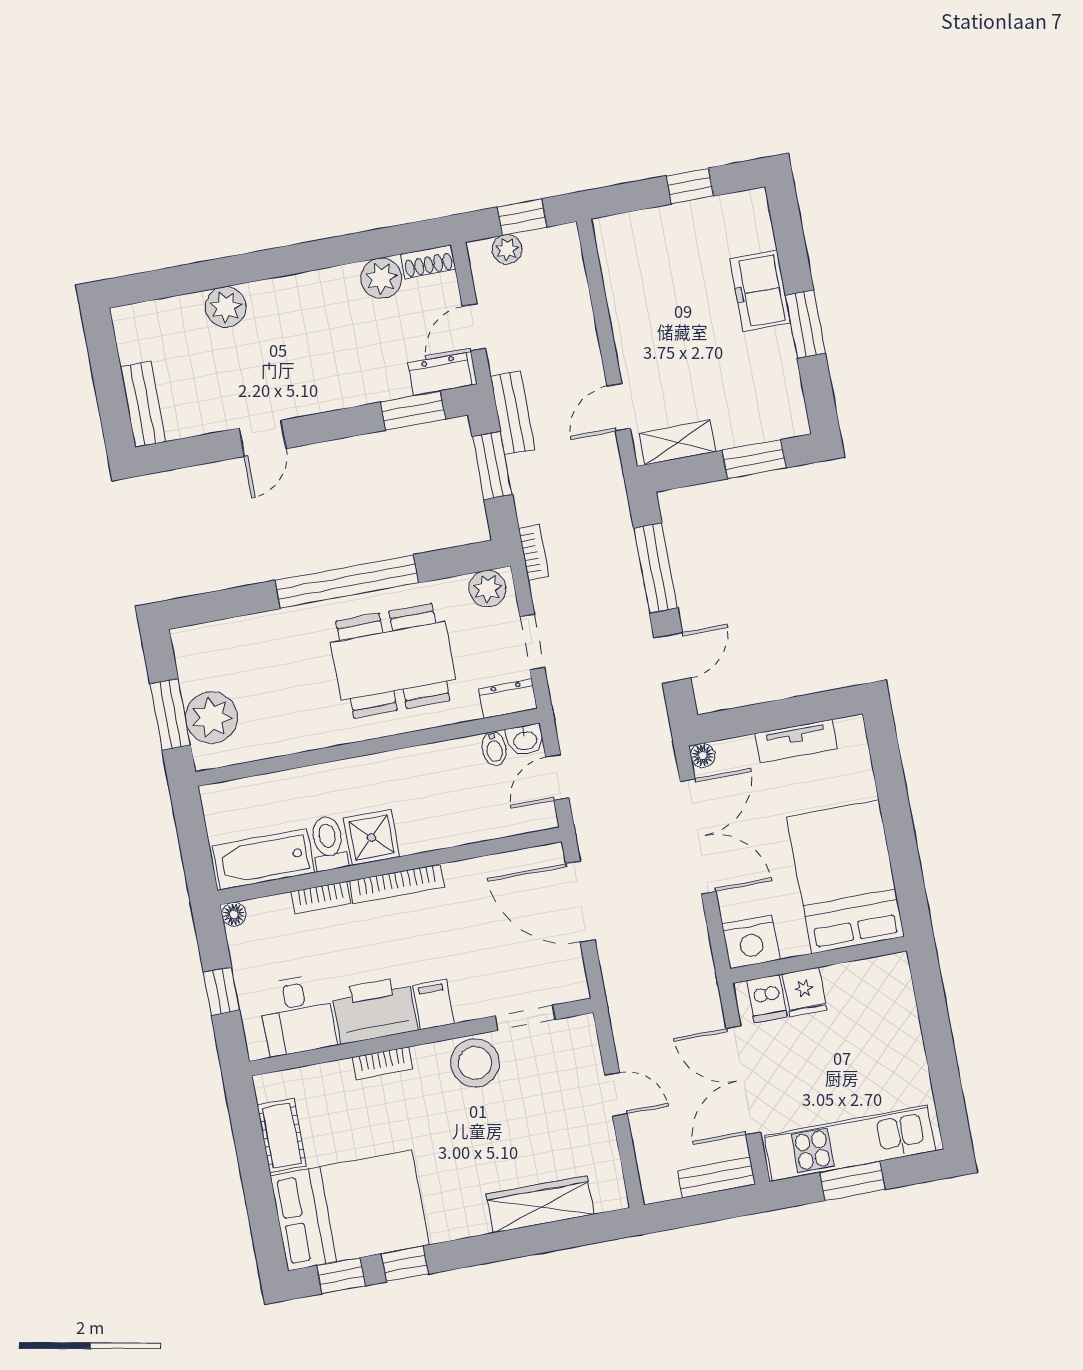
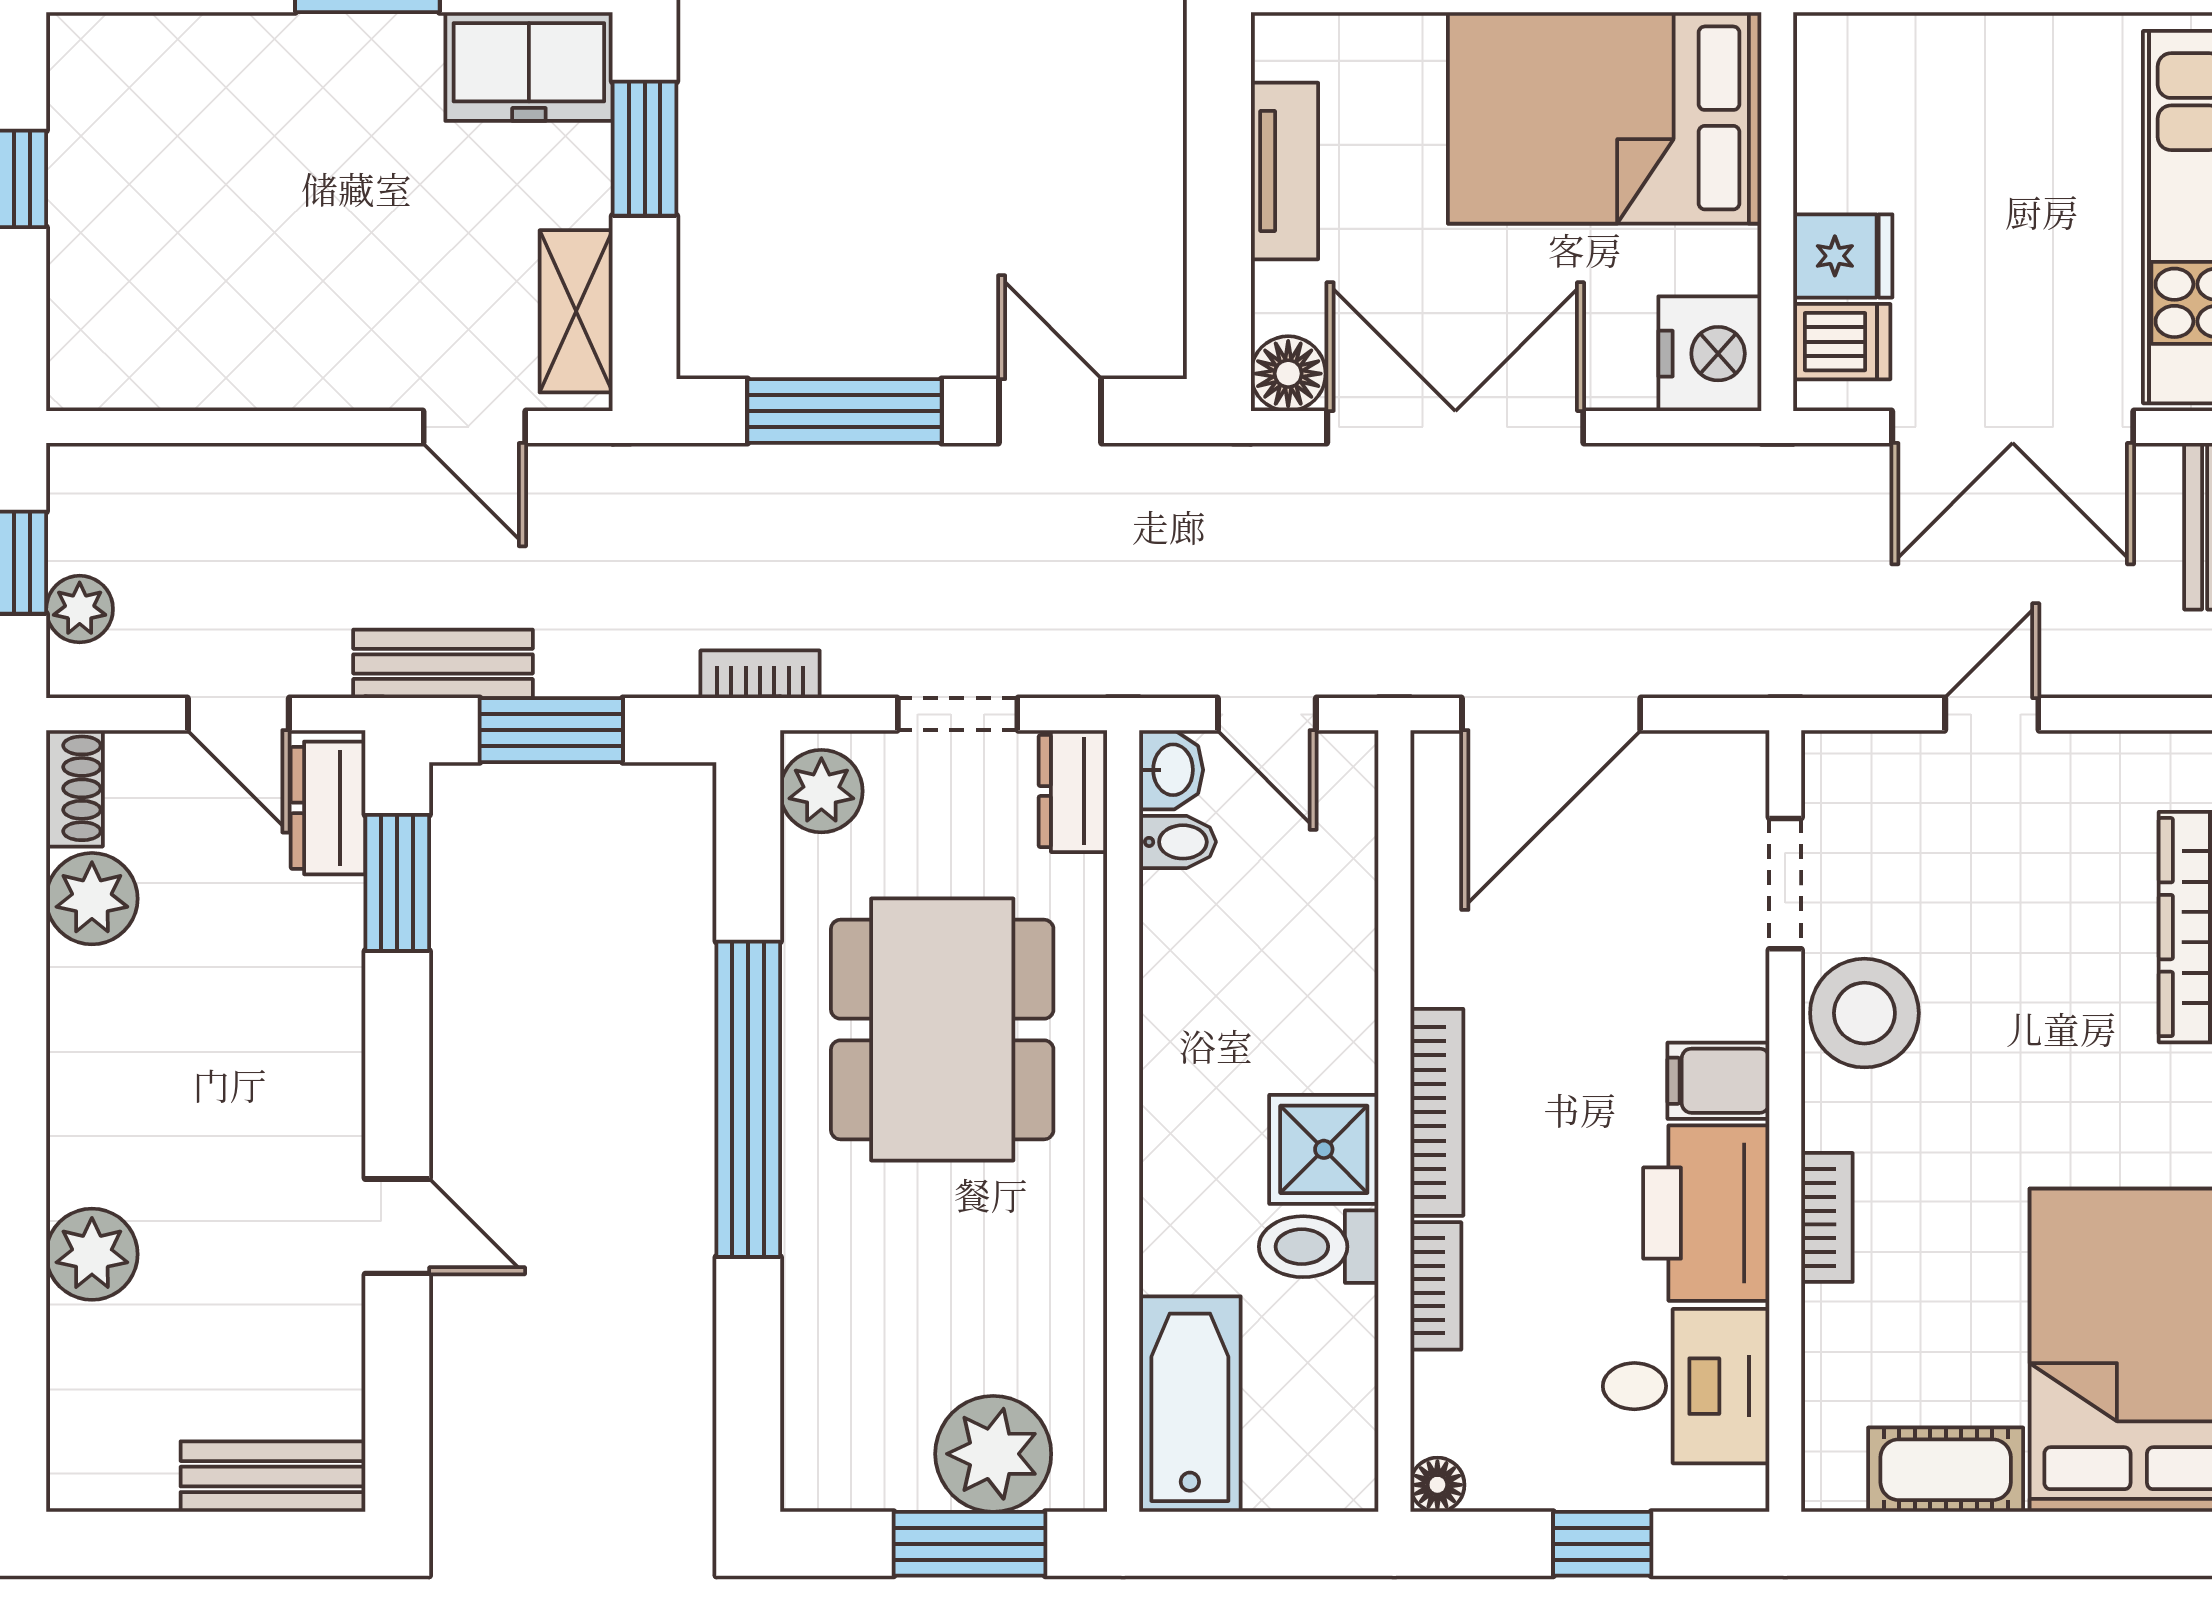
freezer: (760, 291) -> (529, 67), moved
floor lamp: (703, 755) -> (1288, 374), width x1.37, depth x1.37
bathtub: (263, 859) -> (1190, 1404), moved, turned 180

